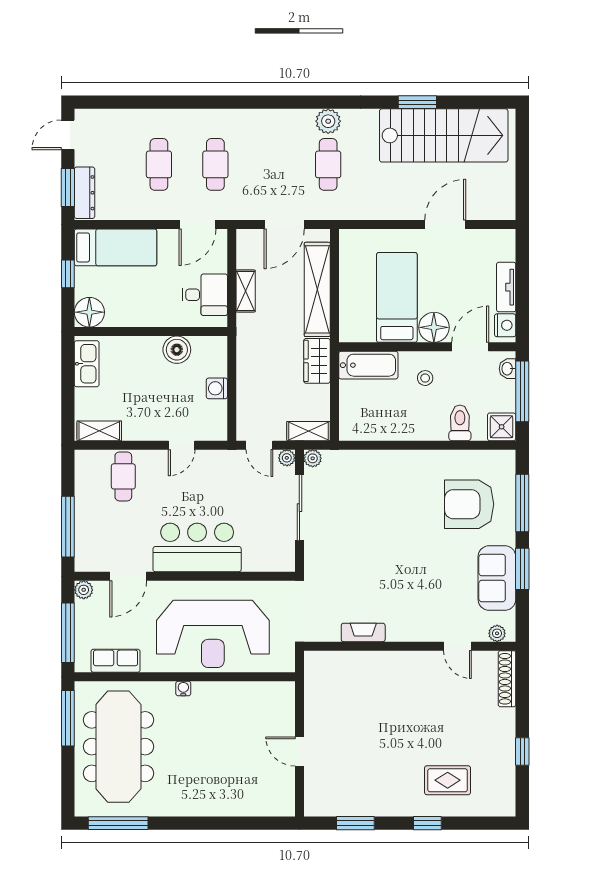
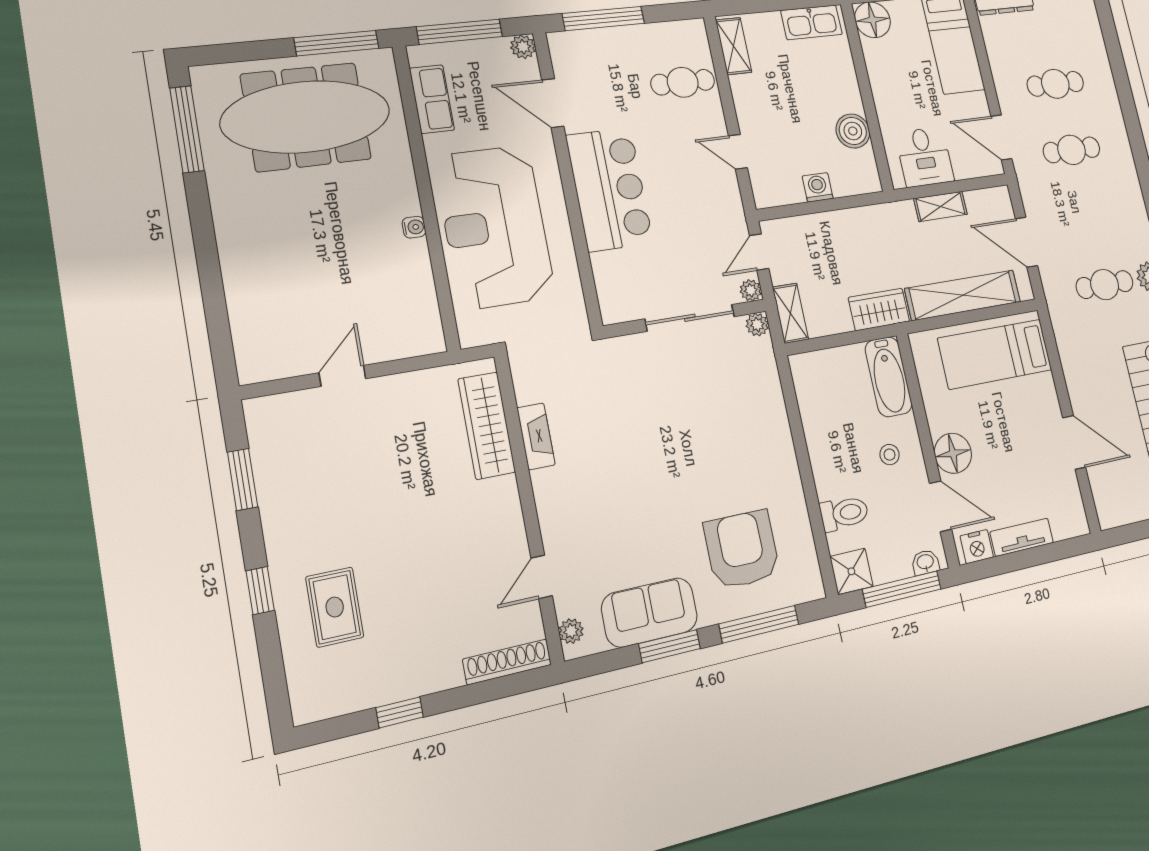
bed: (397, 297) -> (995, 354), moved, turned 180
wardrobe: (350, 664) -> (487, 426), added
water cooler: (183, 688) -> (414, 227), moved

